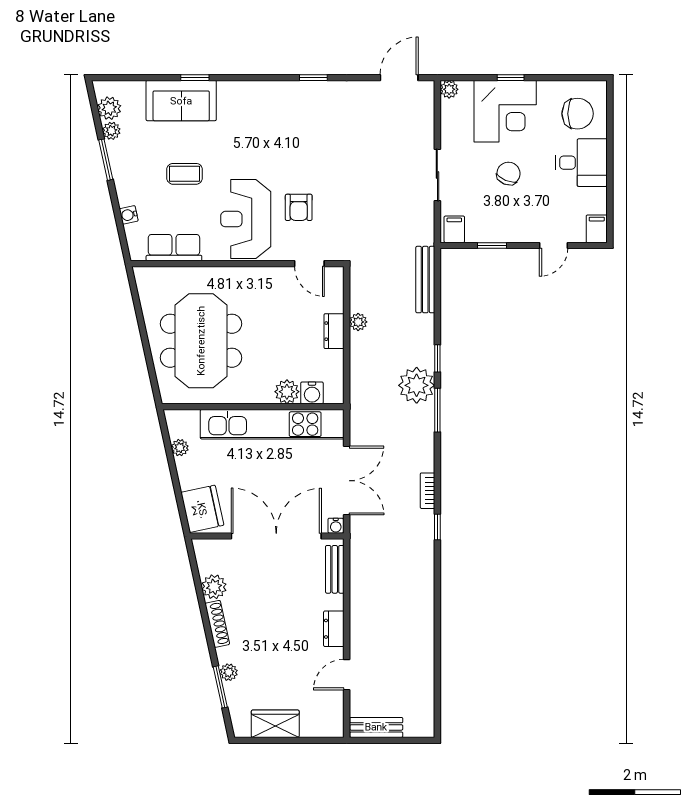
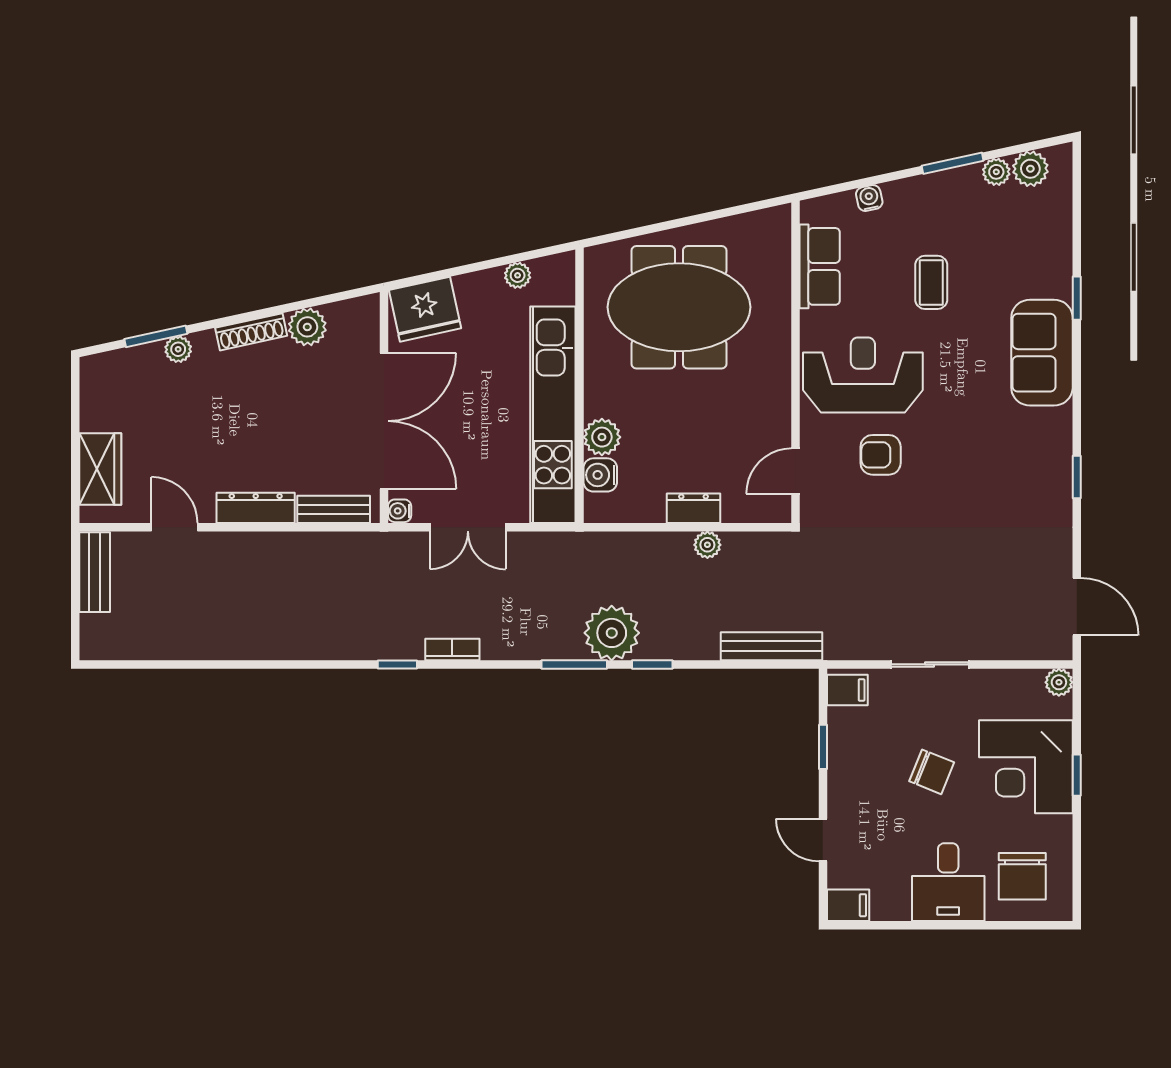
sofa: (181, 101) -> (1042, 353), moved
double door: (347, 481) -> (468, 527), width x0.73
dresser: (334, 629) -> (256, 508), width x1.44
wardrobe: (275, 724) -> (100, 469), moved

